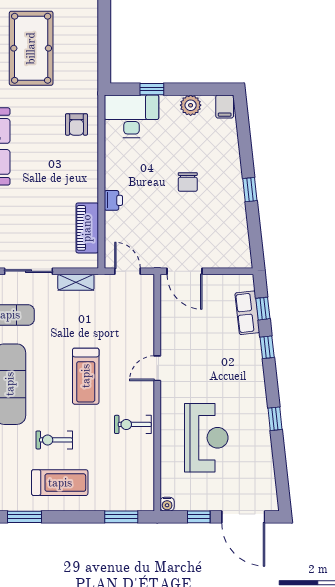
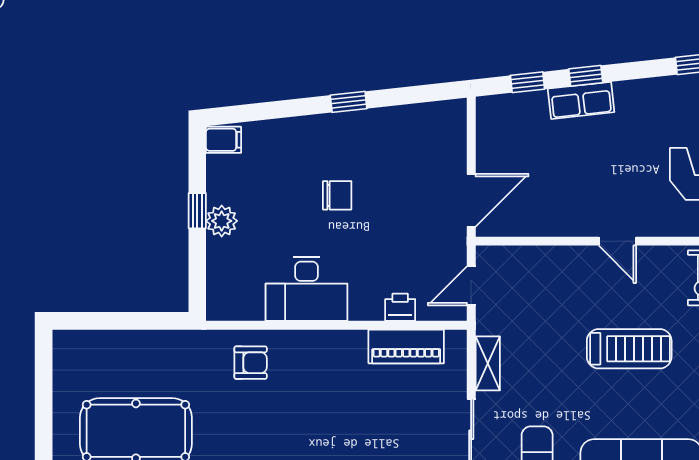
window: (152, 89) -> (197, 211), moved
plant: (191, 105) -> (222, 221), moved
desk: (131, 116) -> (307, 289), moved, turned -90
printer: (113, 200) -> (400, 307), moved
row of seats: (247, 313) -> (581, 100), moved

